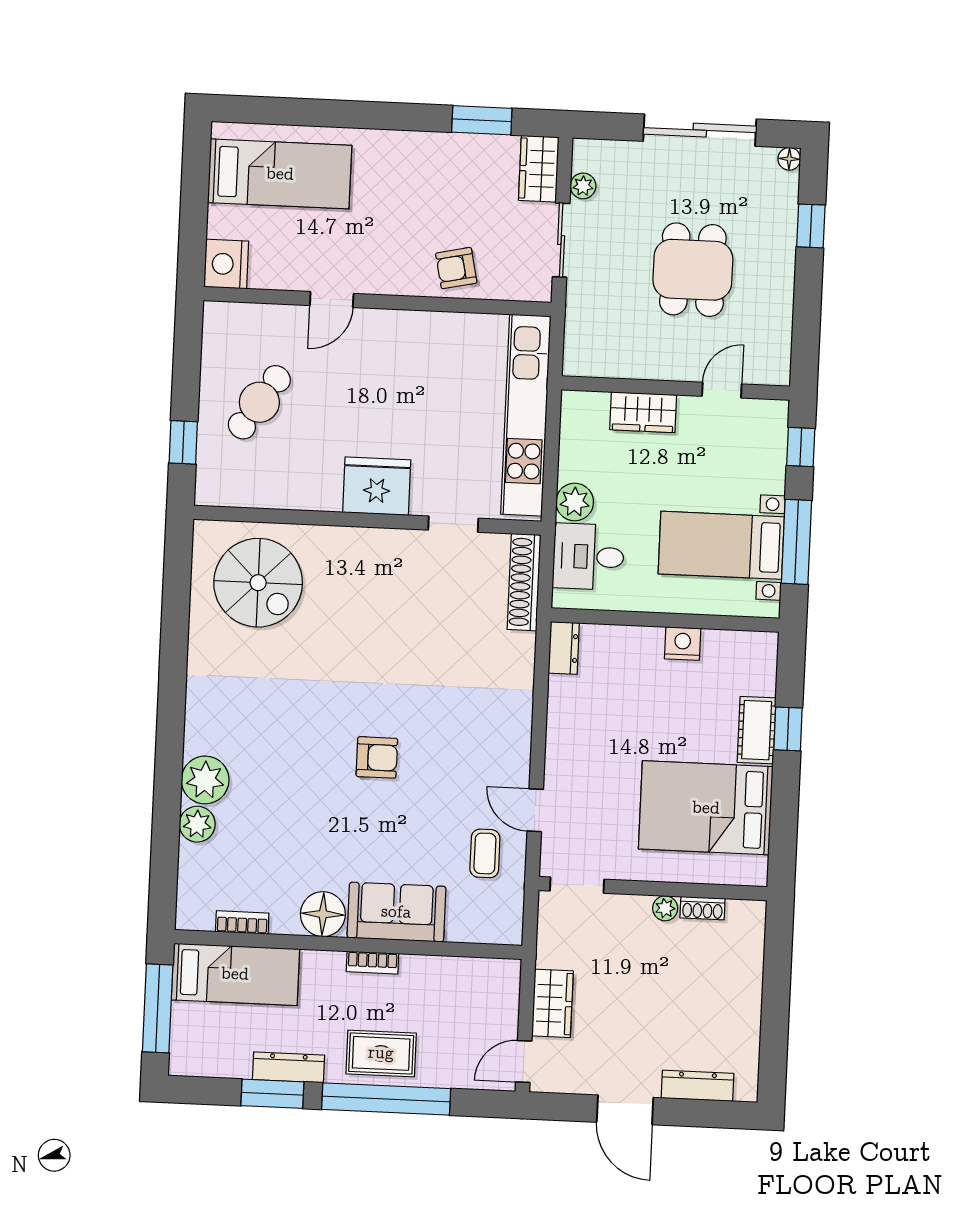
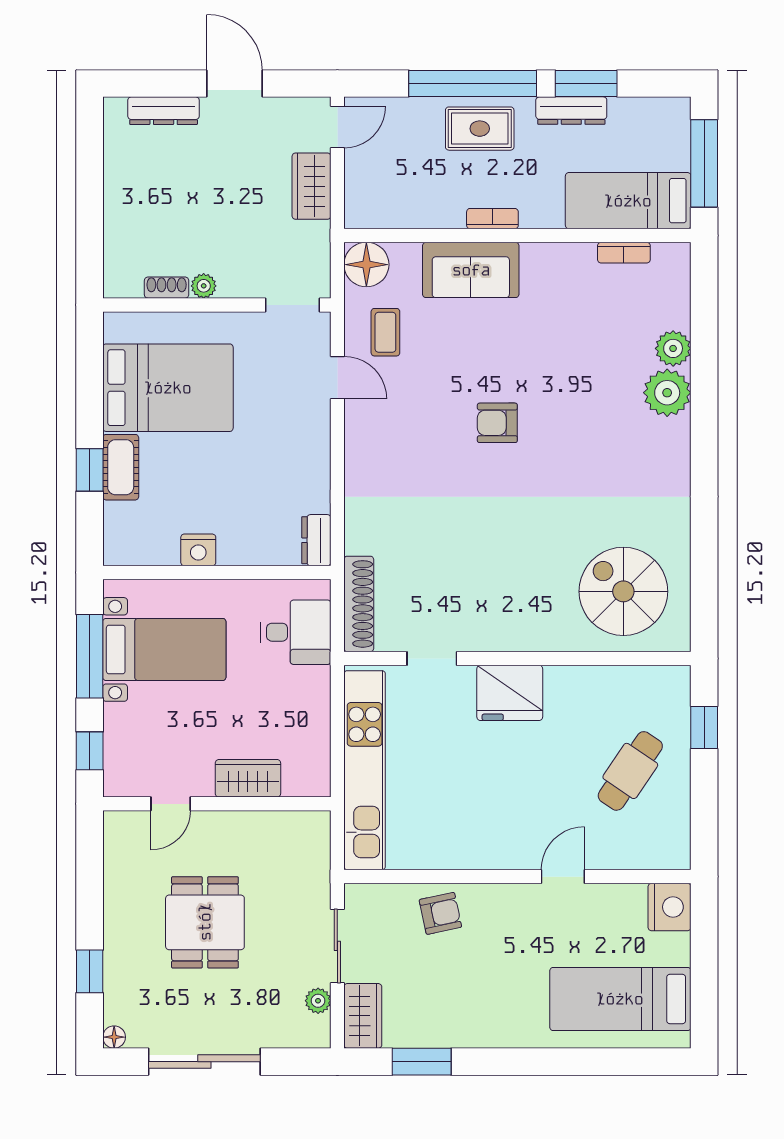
plant: (575, 502) -> (312, 686), removed
floor lamp: (323, 914) -> (366, 265), moved

